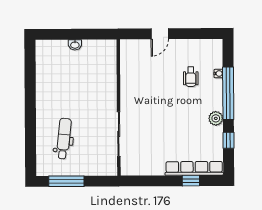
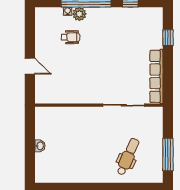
plant: (216, 118) -> (79, 14), moved
dental chair: (64, 139) -> (128, 157), turned 108
row of seats: (194, 168) -> (156, 76), moved

